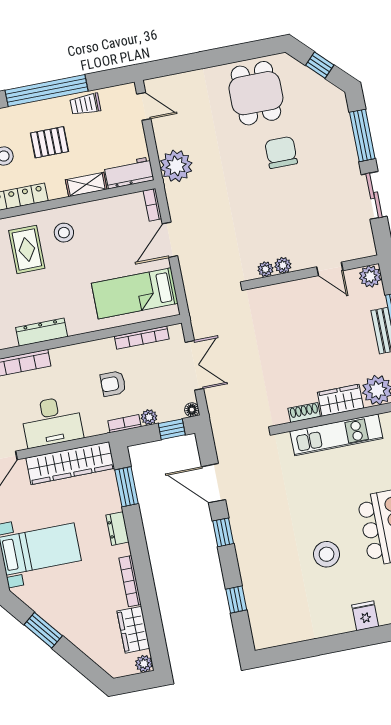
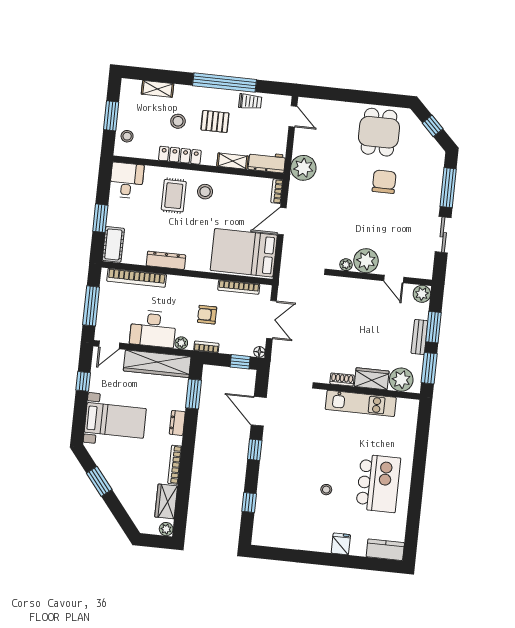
trolley: (85, 104) -> (250, 102), turned 180
plant: (283, 265) -> (366, 261), width x1.88, depth x1.88
bed: (135, 293) -> (244, 253), width x1.50
plant: (149, 417) -> (181, 343), moved
stool: (327, 554) -> (326, 490), width x0.53, depth x0.53

